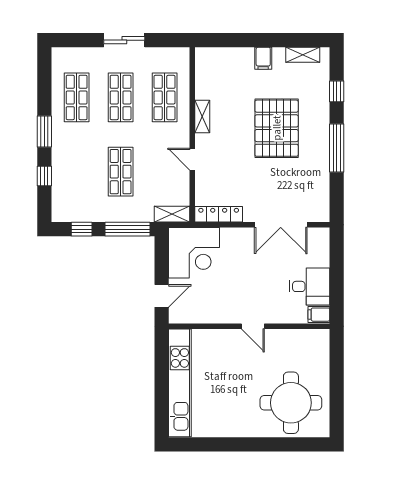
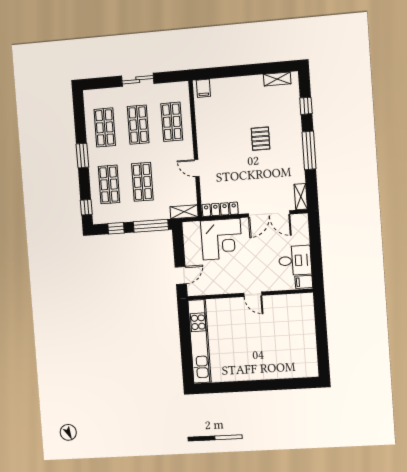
filing cabinet: (263, 58) -> (203, 88), moved
shelving: (202, 116) -> (301, 197), moved
pallet: (277, 128) -> (261, 139), width x0.49, depth x0.50
shop shelf: (77, 172) -> (109, 184), added
window: (44, 176) -> (86, 207), moved
corner desk: (194, 253) -> (222, 239), moved
round table: (291, 403) -> (287, 352), removed

